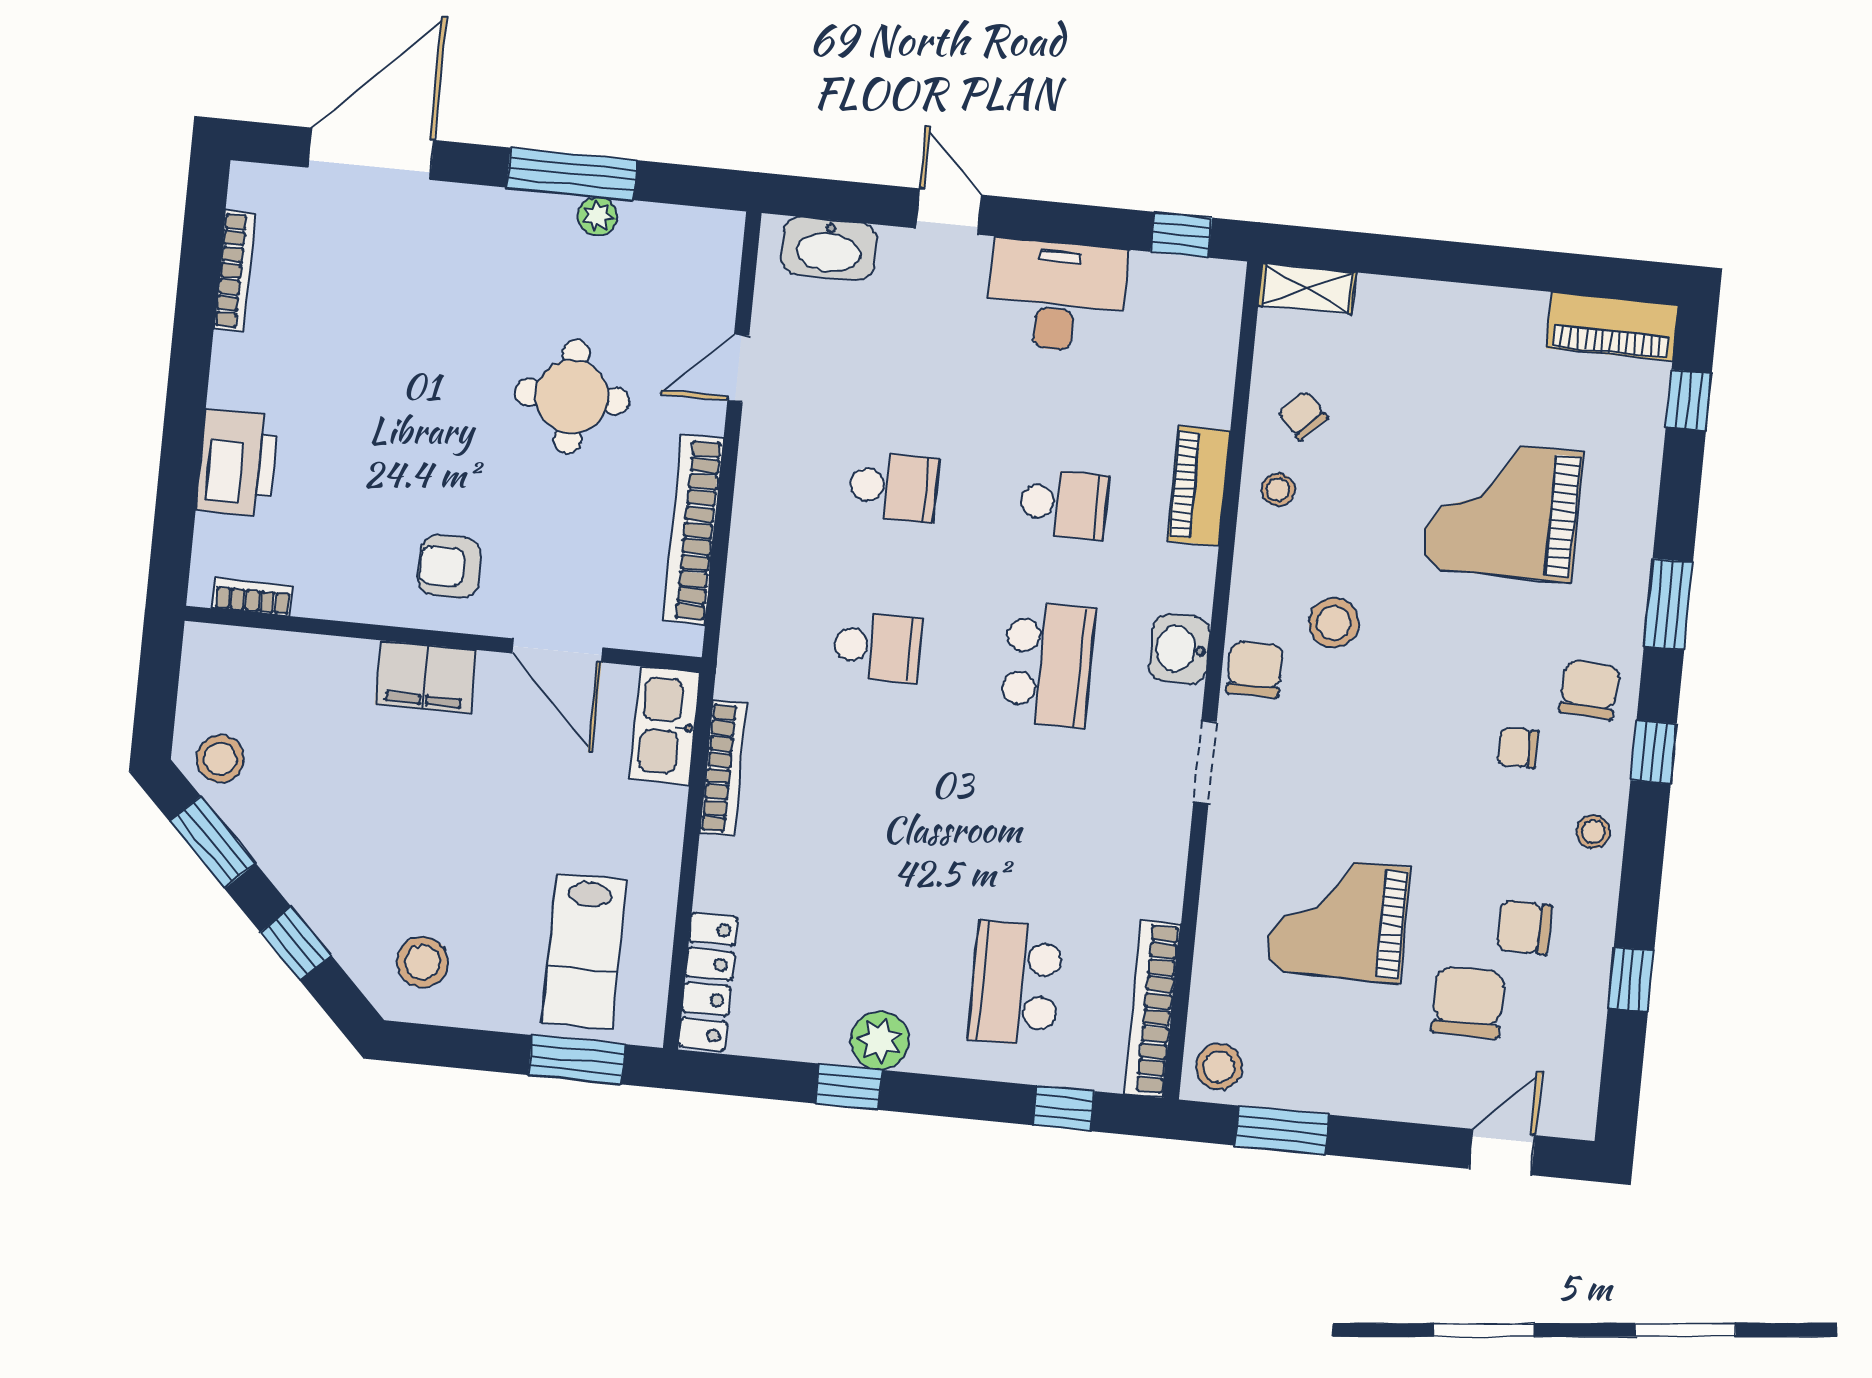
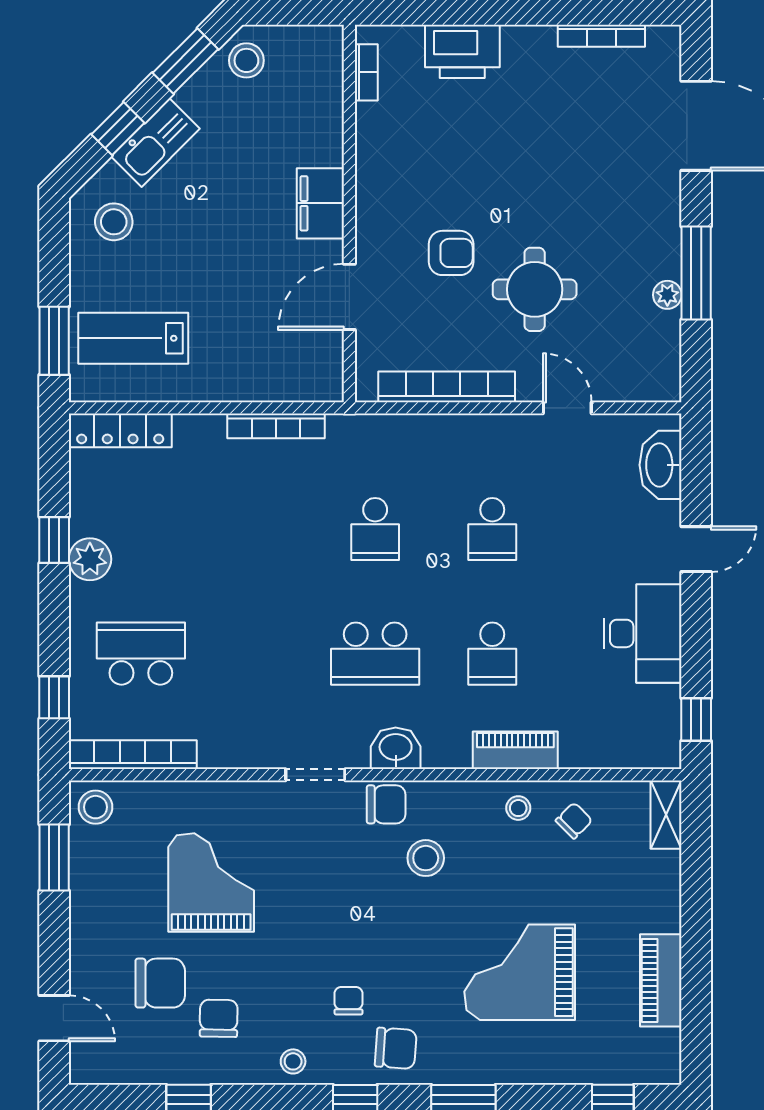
piano: (1612, 326) -> (661, 980), moved
grand piano: (1502, 510) -> (520, 972), turned -90
armchair: (449, 567) -> (451, 253), moved, turned 90
kitchen sink: (665, 726) -> (155, 142), moved, turned 135

